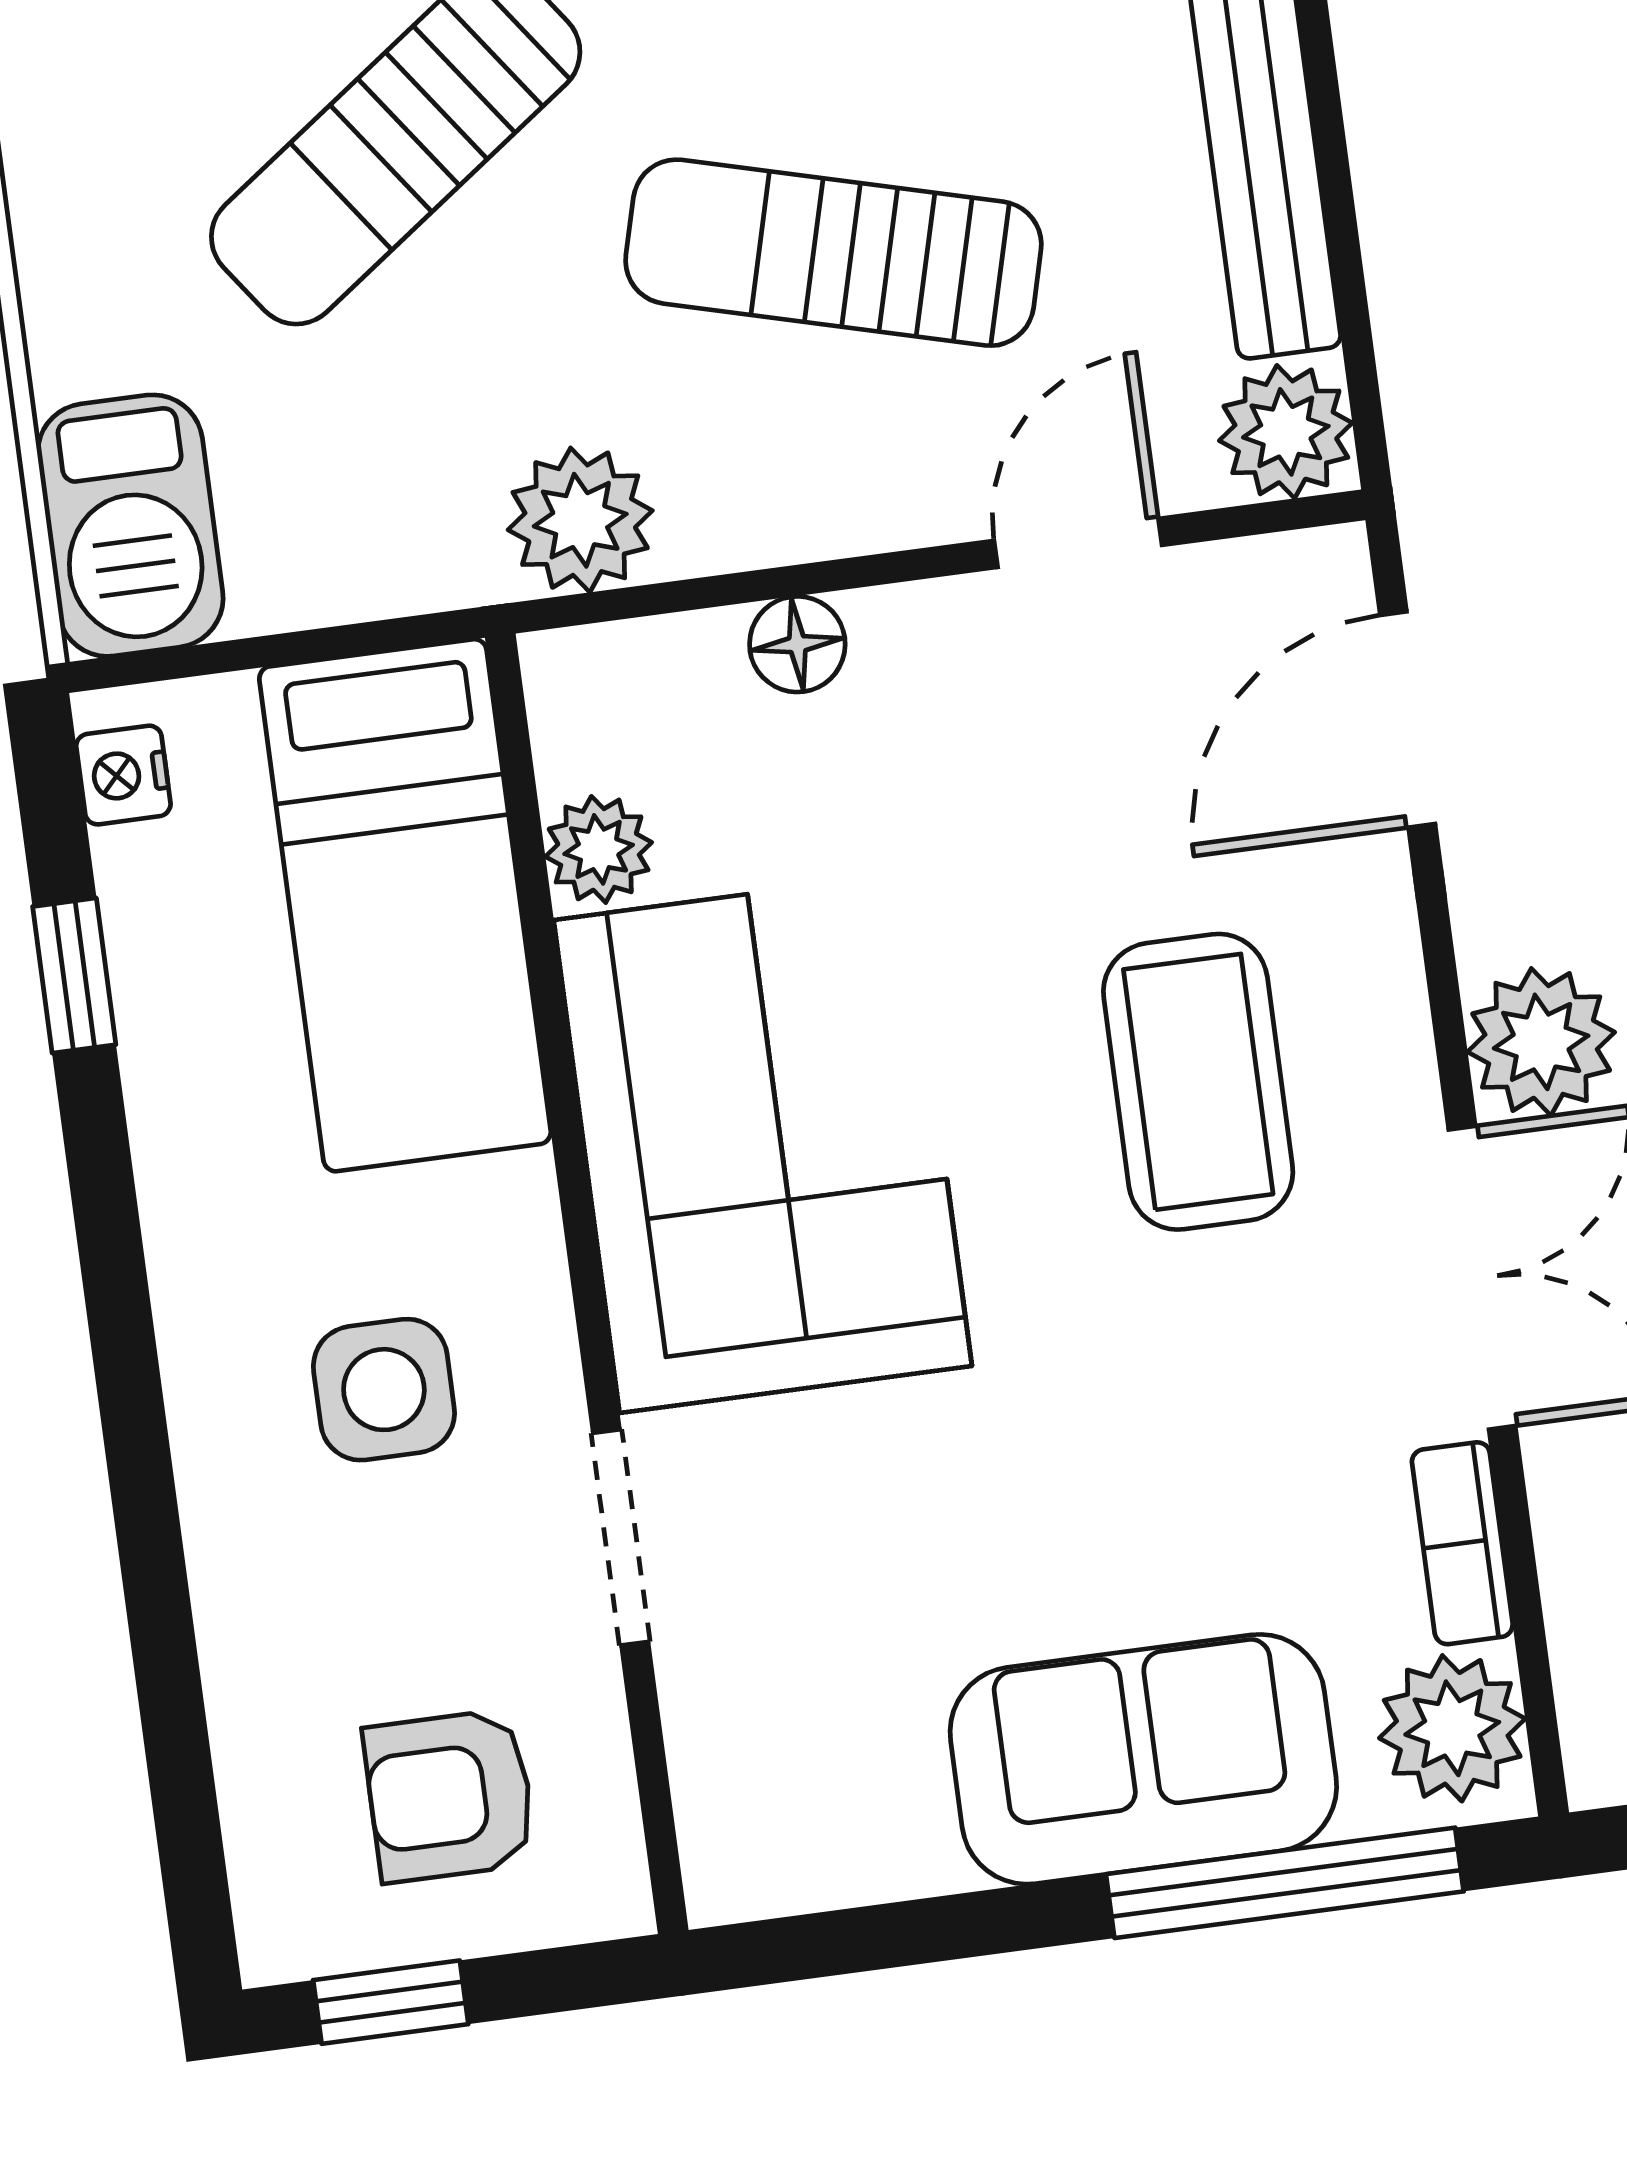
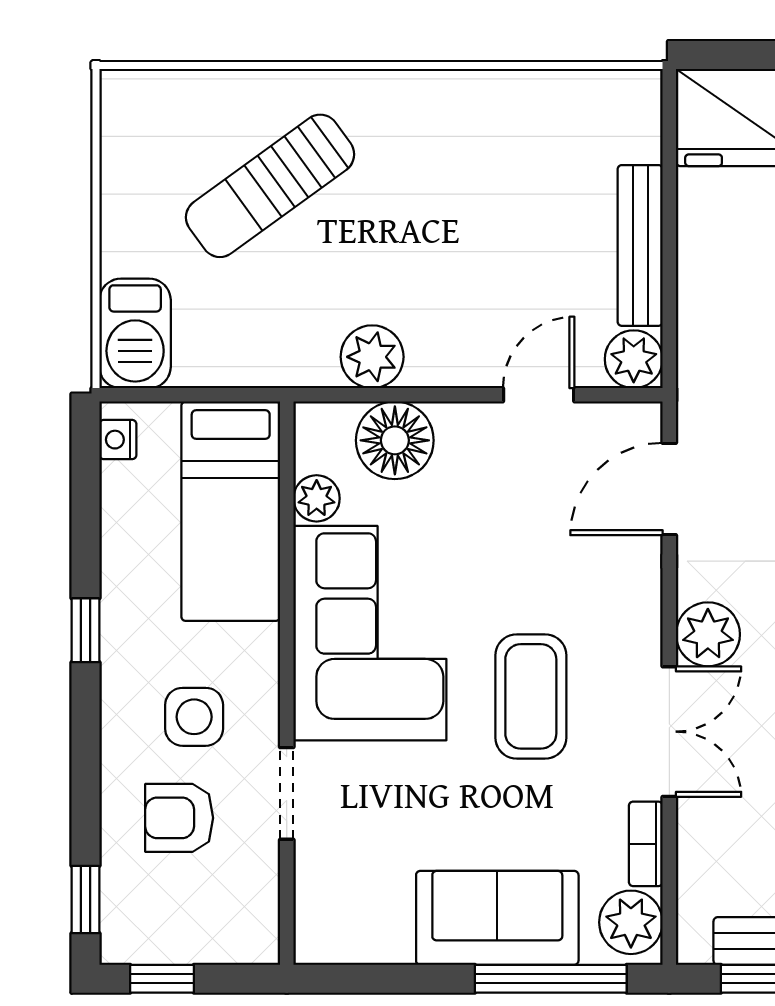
sun lounger: (833, 253) -> (451, 257), removed
plant: (580, 520) -> (372, 357), moved
floor lamp: (797, 644) -> (395, 440), width x1.89, depth x1.89
window: (74, 976) -> (85, 630), moved
coffee table: (1198, 1082) -> (531, 696), moved
armchair: (450, 1796) -> (179, 818), moved
window: (190, 1844) -> (85, 900), added

